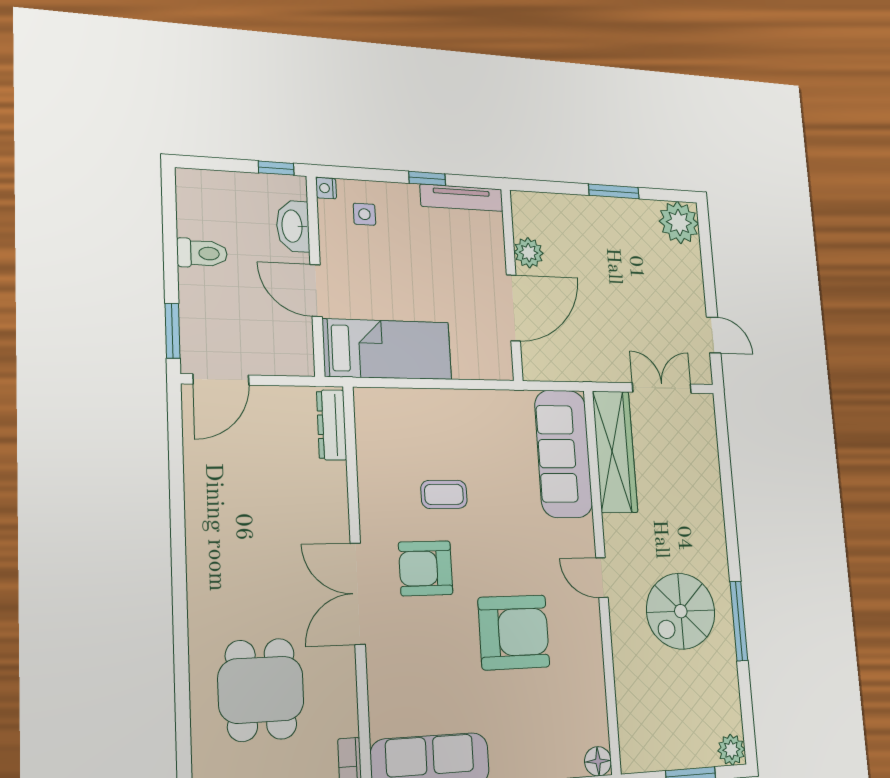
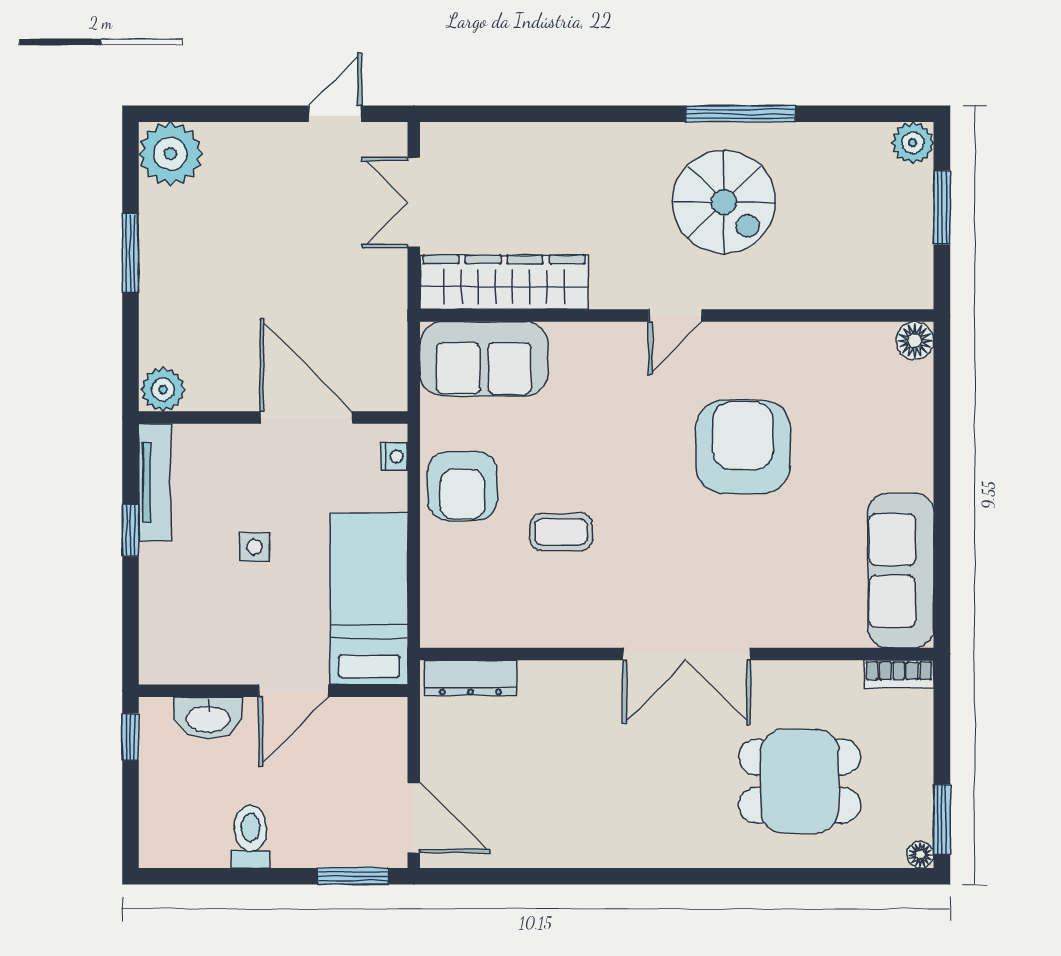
nightstand: (326, 188) -> (394, 456), moved, turned -90
side table: (364, 214) -> (254, 547), moved
plant: (529, 253) -> (163, 390), moved
sofa: (564, 454) -> (484, 359), width x0.73
coffee table: (444, 494) -> (561, 532), turned 90
armchair: (426, 568) -> (462, 486), moved

